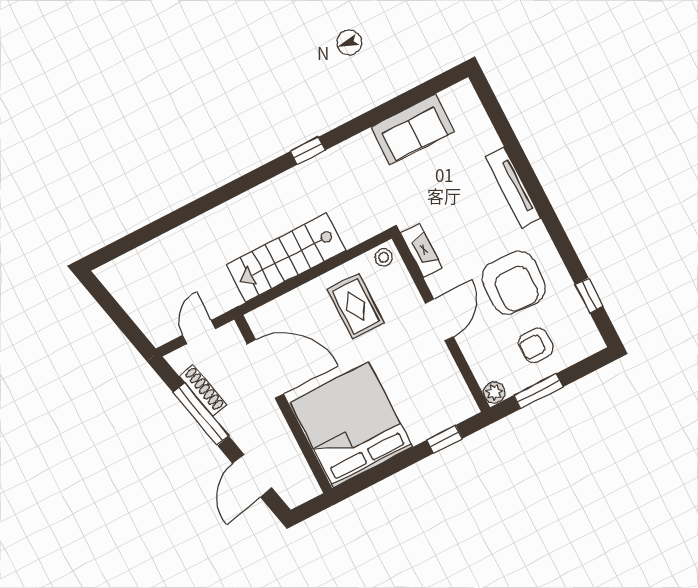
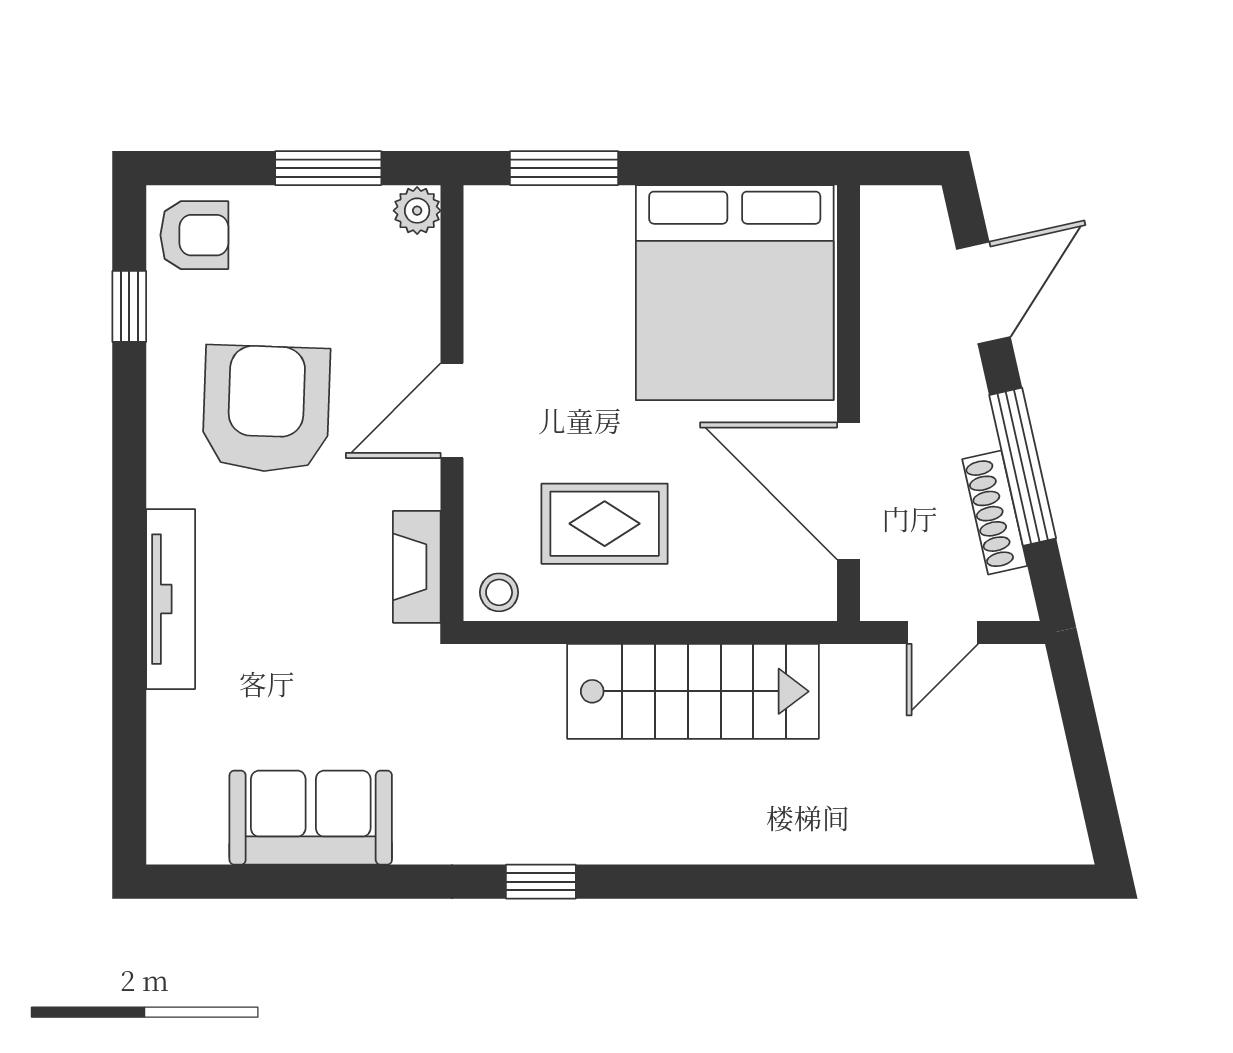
rug: (356, 306) -> (605, 524), turned 90
armchair: (536, 345) -> (194, 235), moved
window: (444, 439) -> (564, 168), width x1.50

